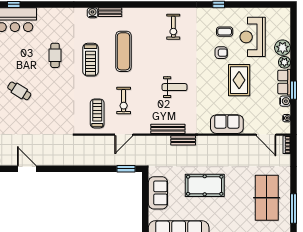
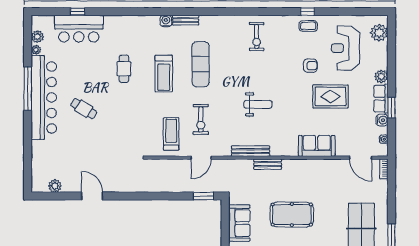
coffee table: (225, 32) -> (308, 26), moved
plant: (283, 48) -> (379, 33), moved
rug: (239, 80) -> (330, 96), turned 90

